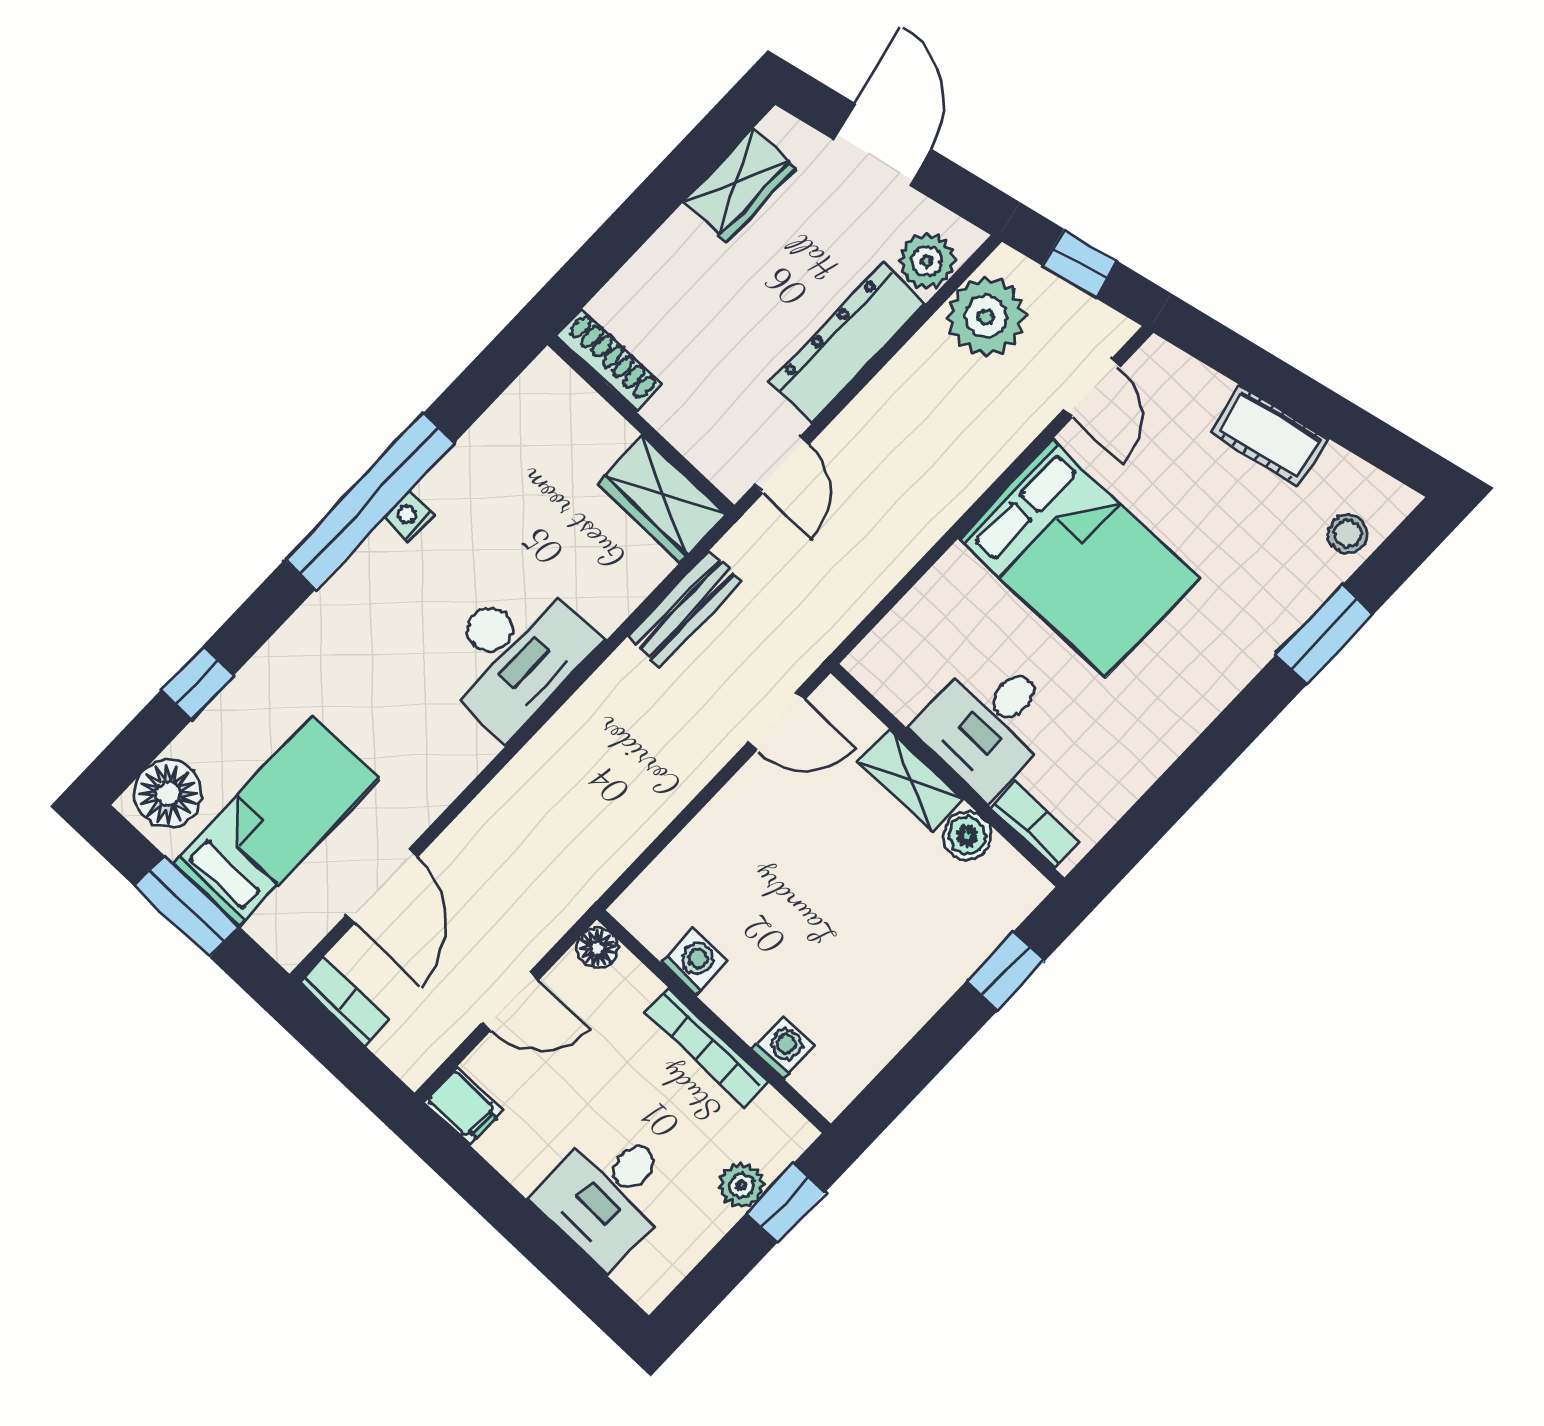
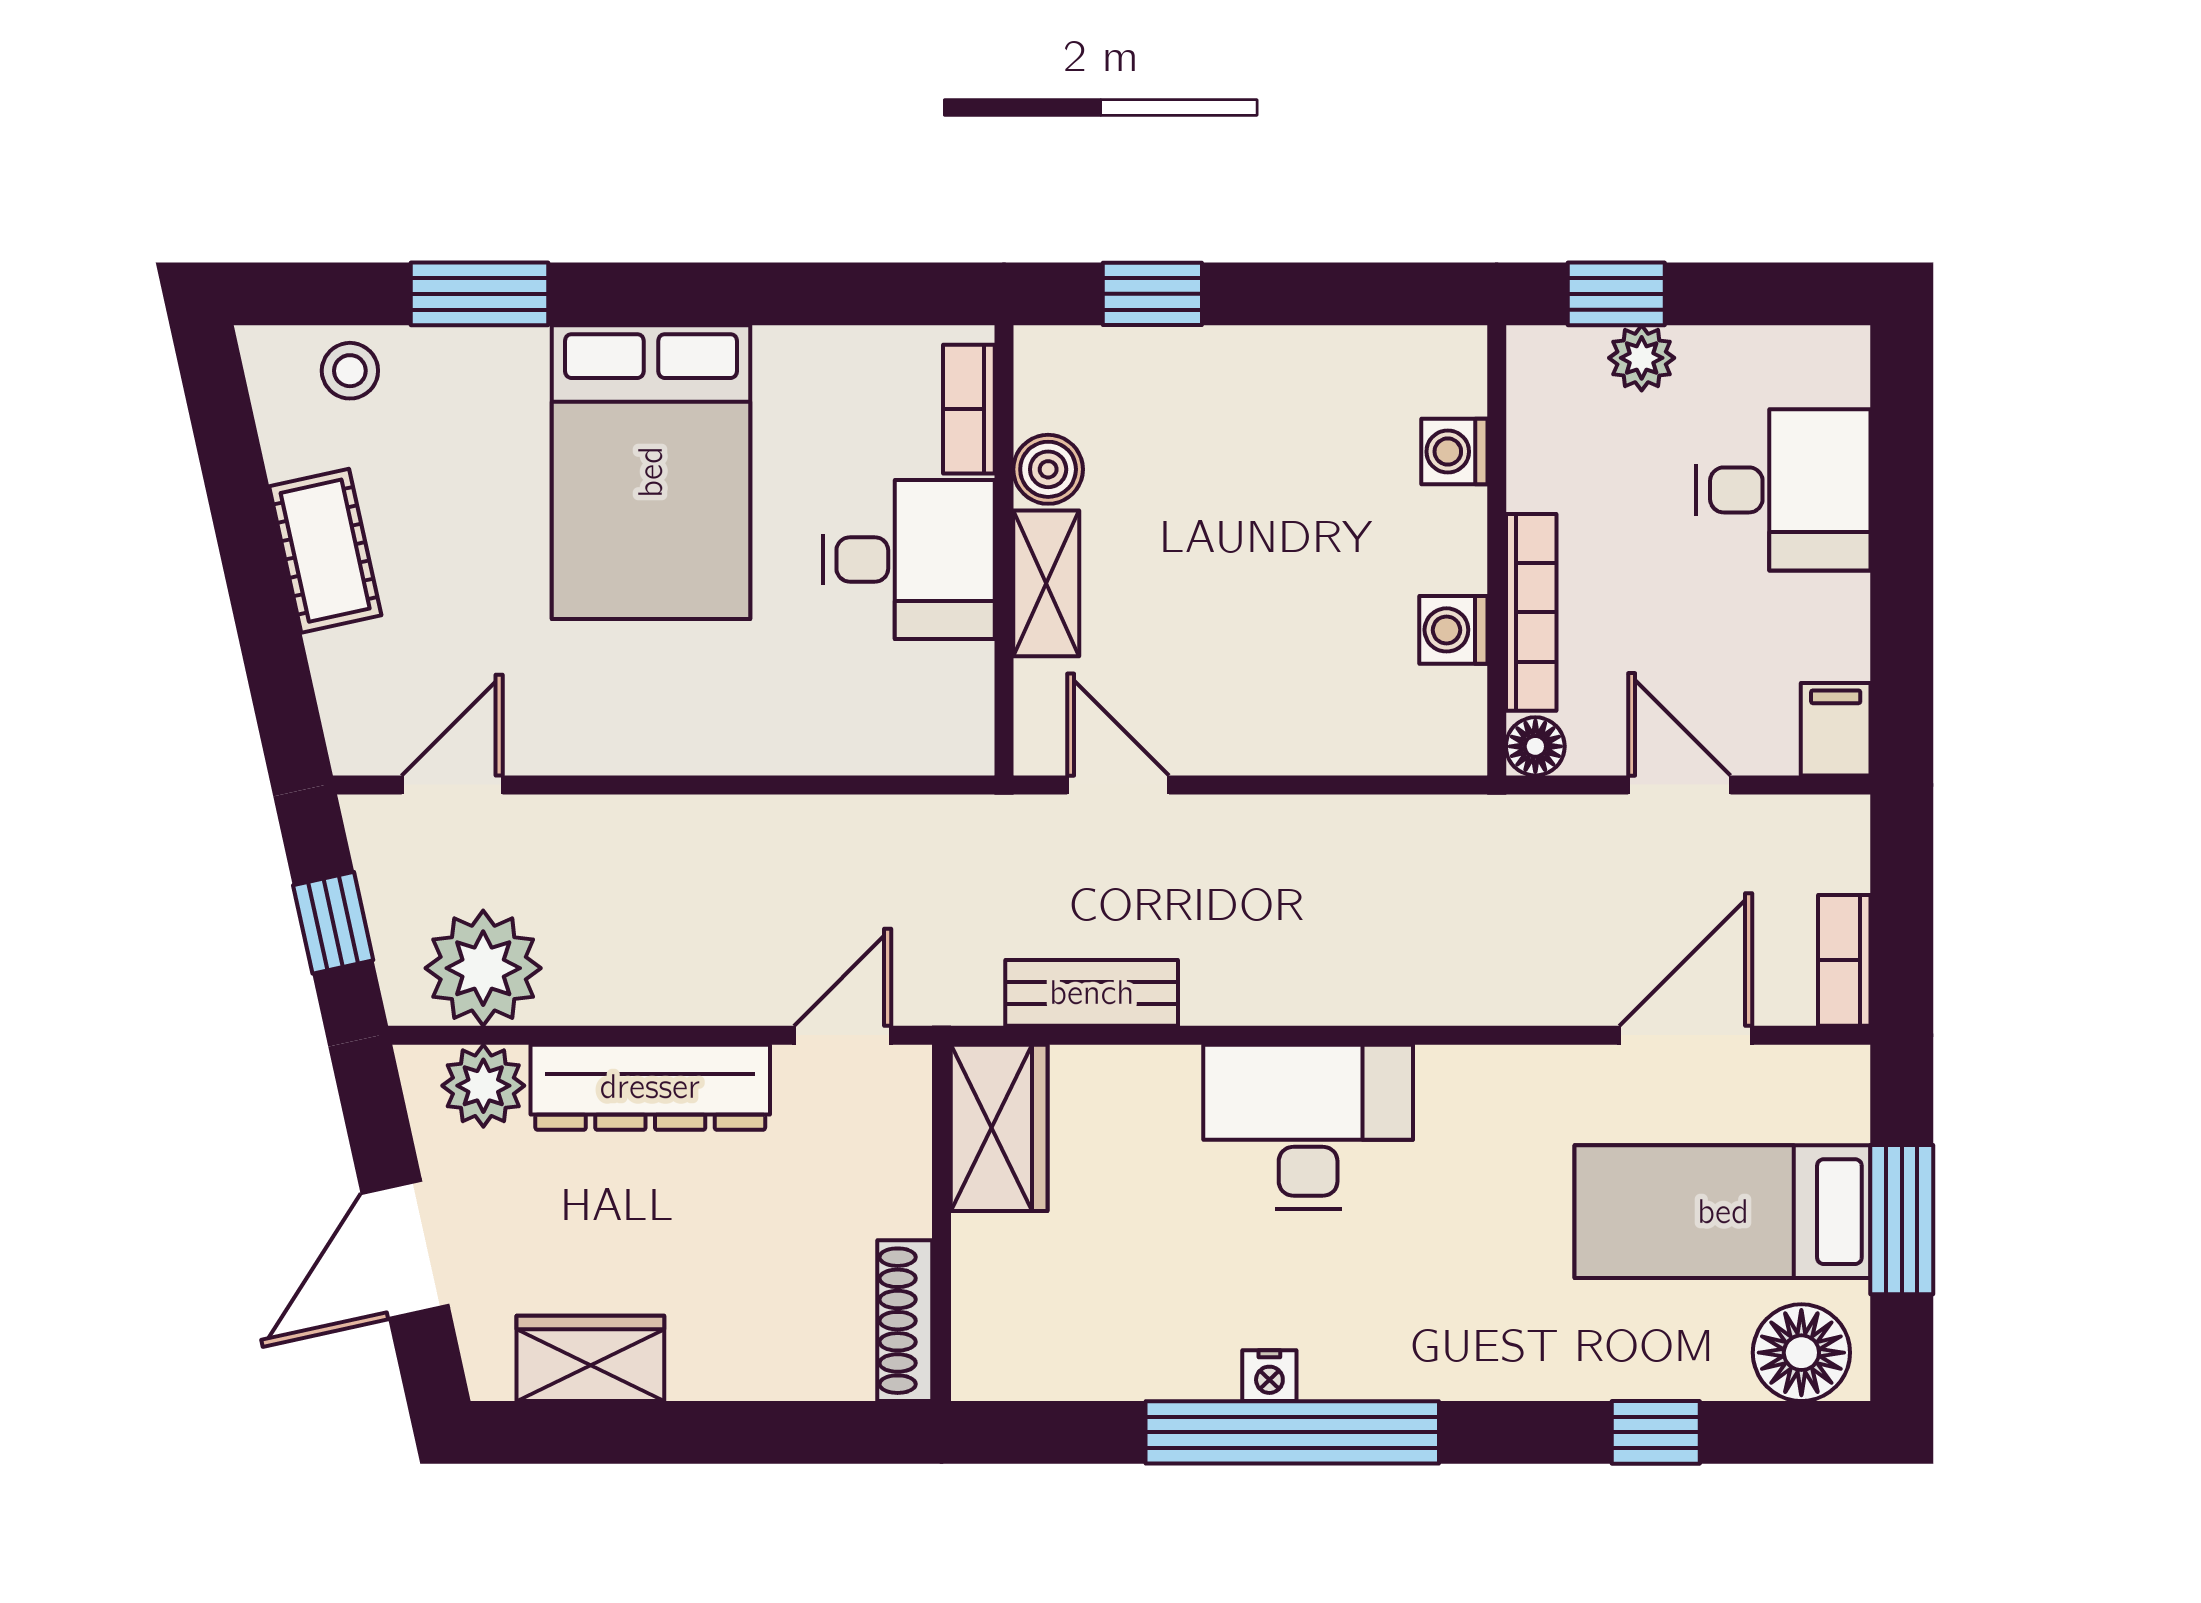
bed: (1079, 558) -> (651, 472), moved, turned 180
bookcase: (706, 1047) -> (1531, 612), moved

